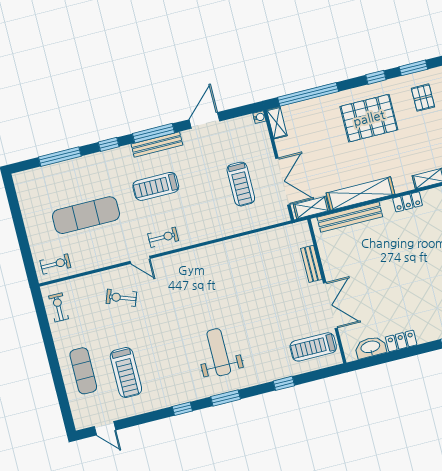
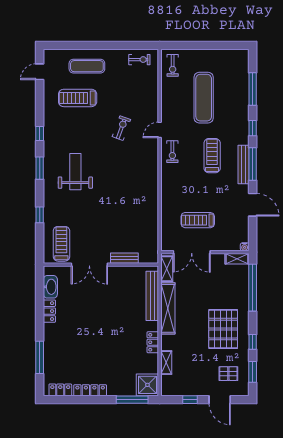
exercise bike: (121, 298) -> (121, 128), moved
weight bench: (219, 352) -> (75, 172), turned -90

